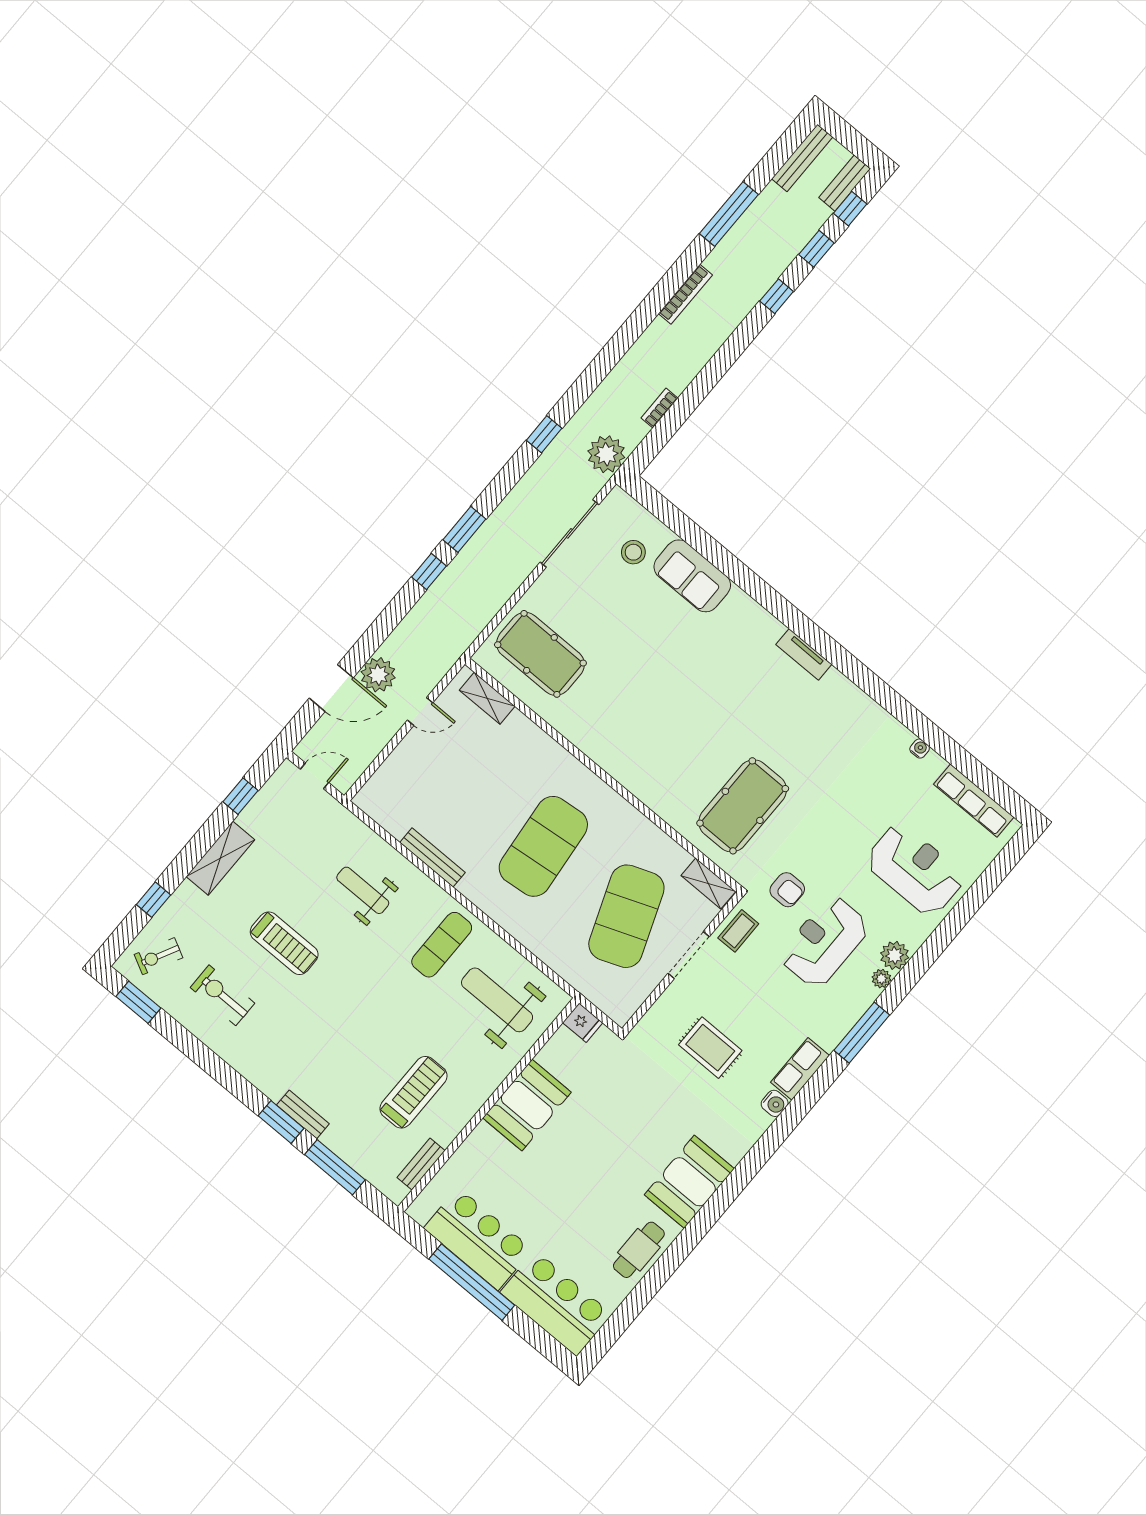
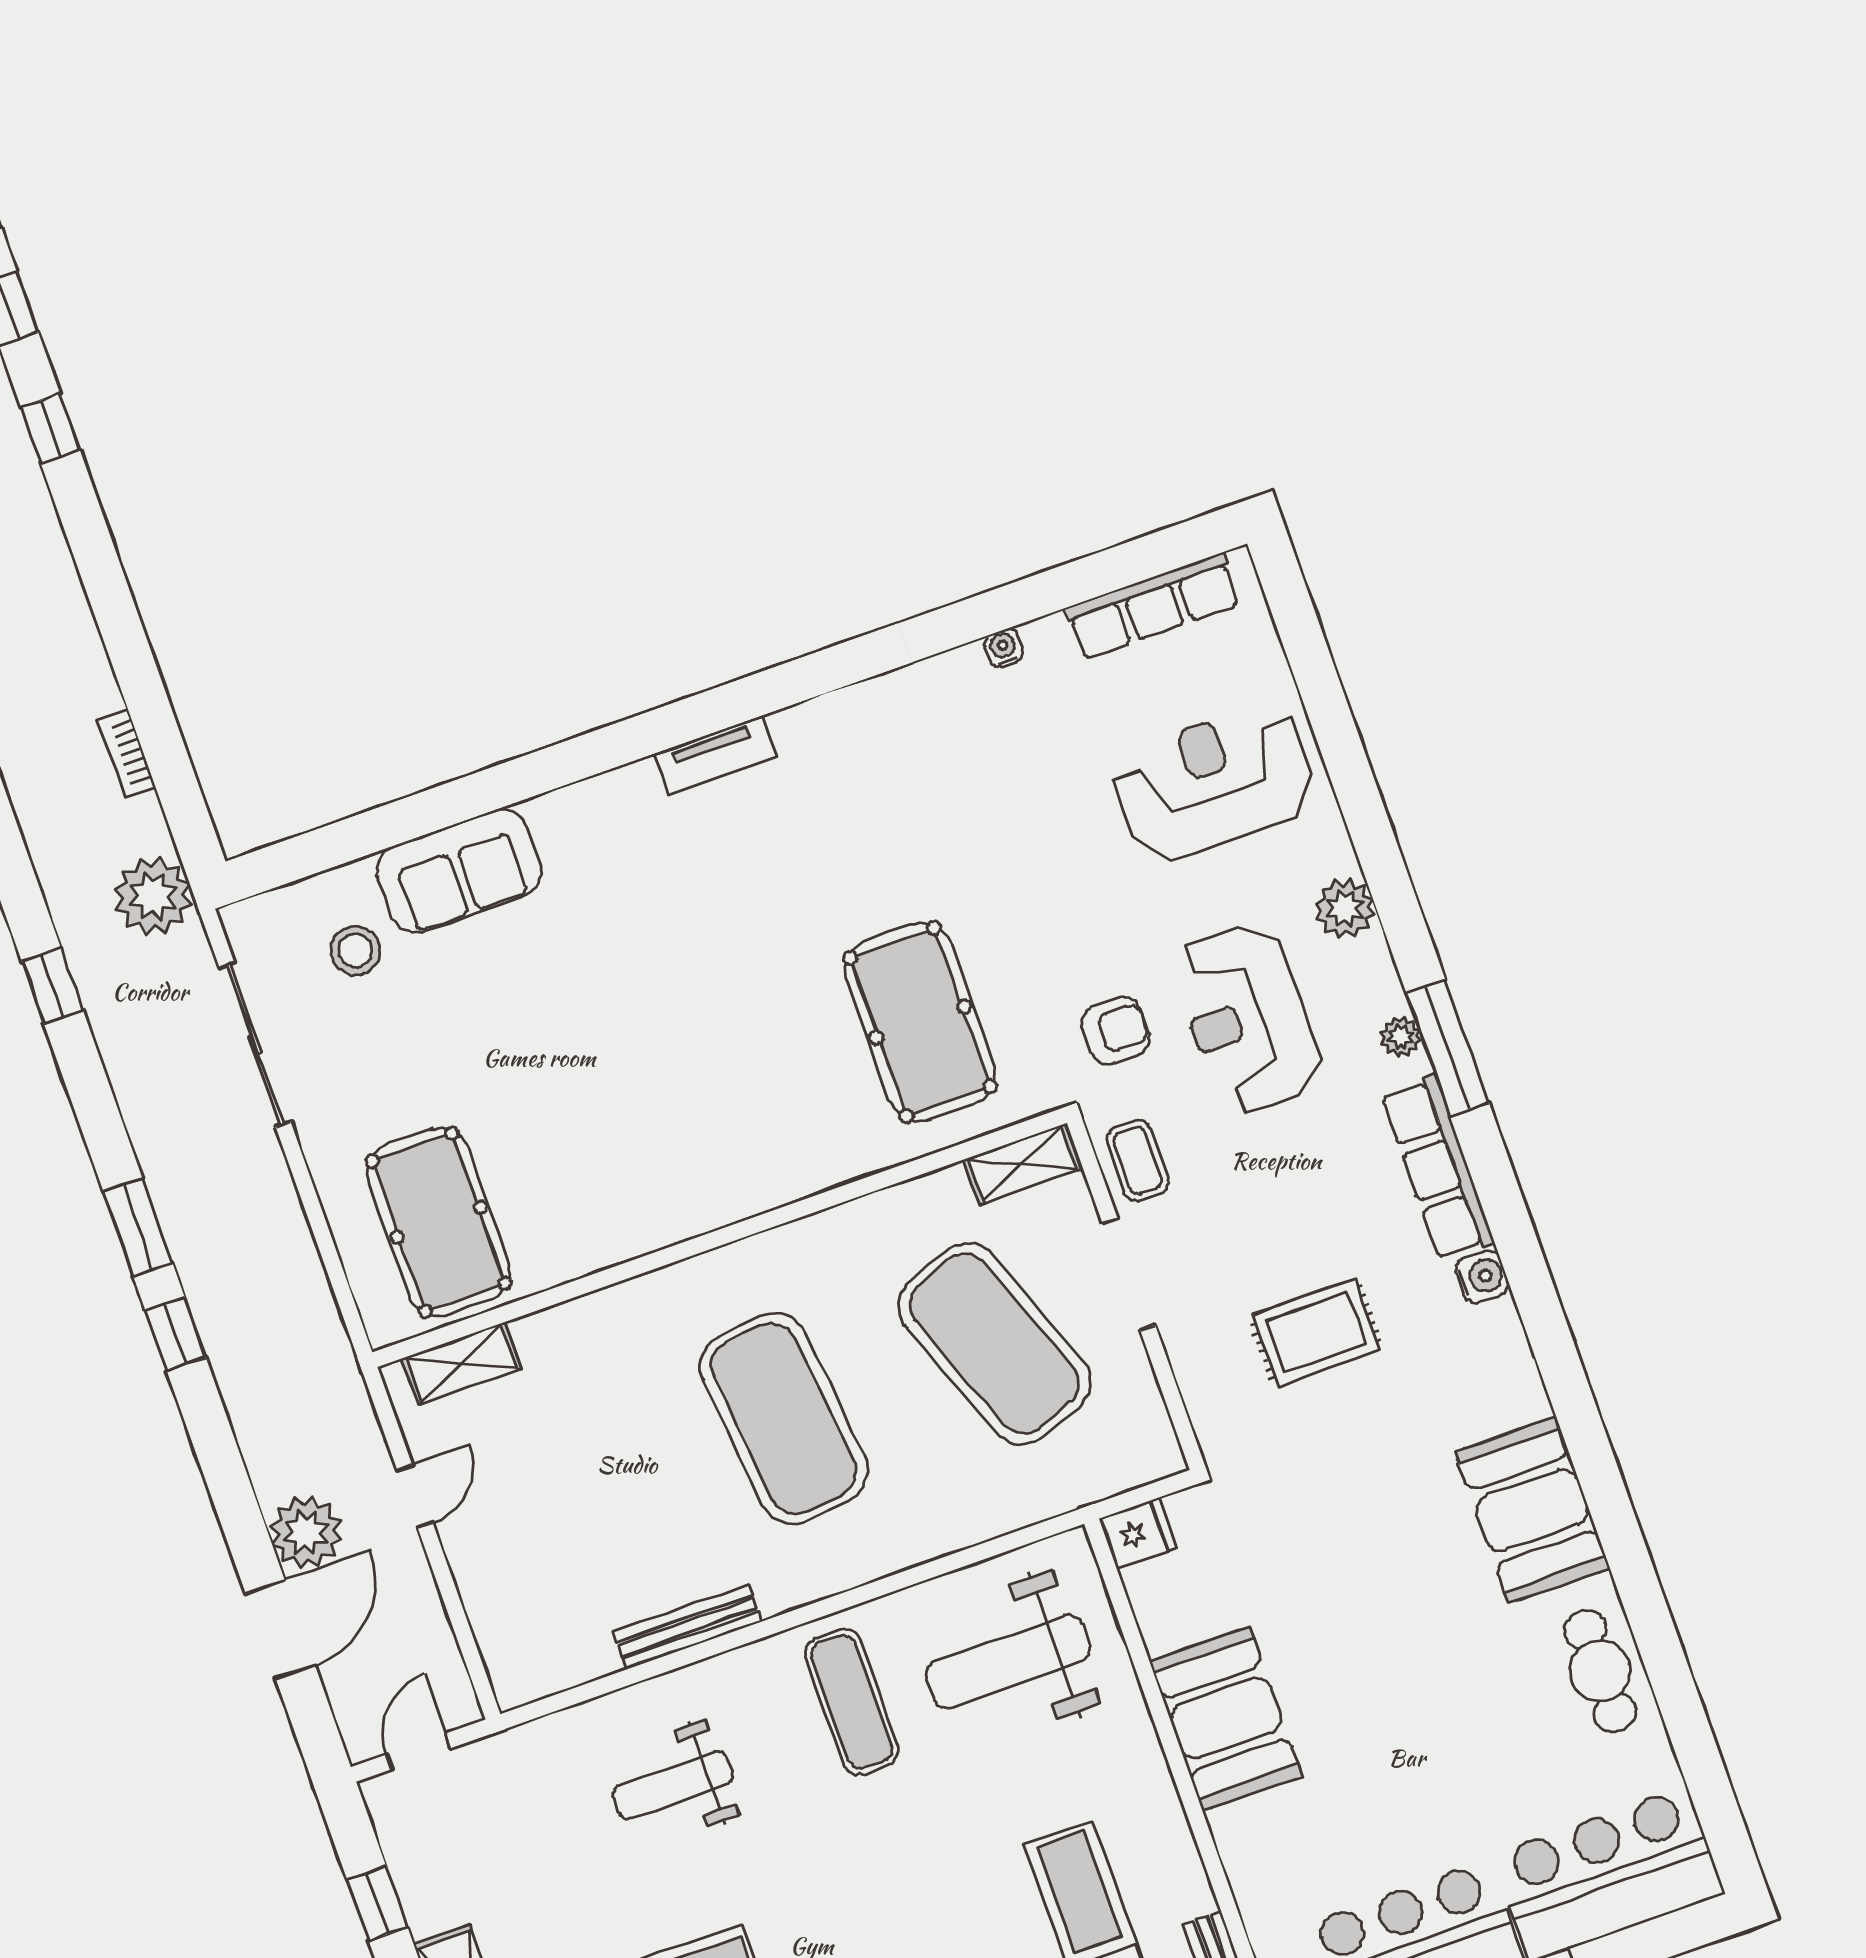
pool table: (540, 654) -> (439, 1222), turned 90
plant: (881, 979) -> (1401, 1037), moved
row of seats: (800, 1069) -> (1438, 1168), width x1.48

